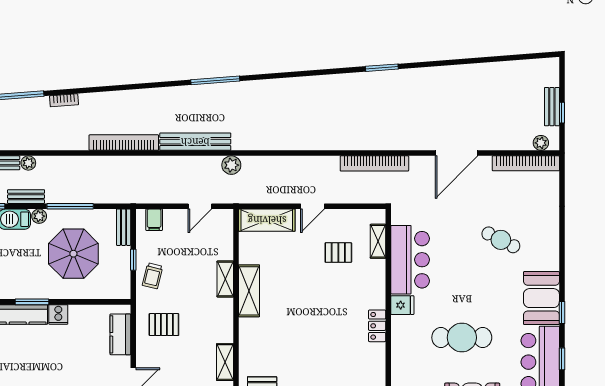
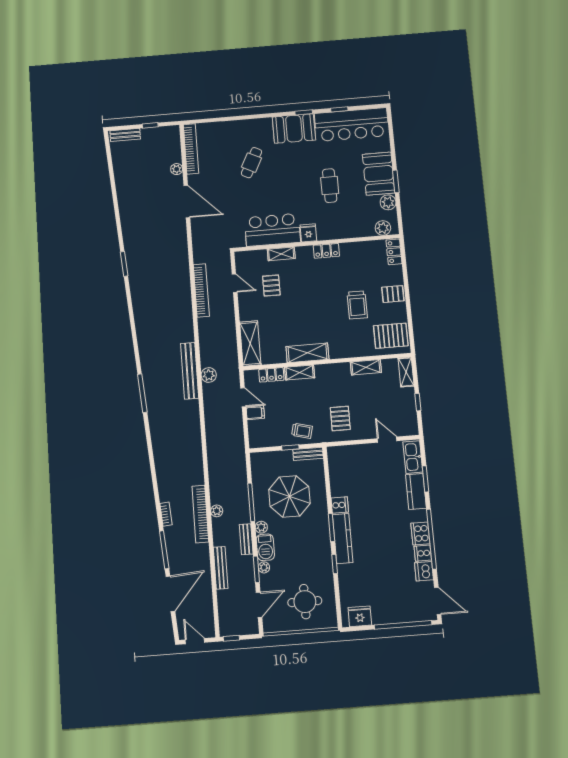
bench: (552, 107) -> (125, 135), moved
bench: (195, 142) -> (190, 371), moved
bookcase: (124, 143) -> (200, 514), moved
plant: (541, 143) -> (177, 169), moved
plant: (28, 163) -> (217, 511), moved
bookcase: (374, 163) -> (201, 290), moved
door: (312, 206) -> (235, 283), moved
filing cabinet: (154, 220) -> (255, 413), moved
bench: (124, 227) -> (308, 454), moved
shelving: (378, 241) -> (281, 254), moved
locker: (225, 243) -> (271, 375), added
kitchen counter: (120, 334) -> (351, 453), removed
cafe table: (462, 338) -> (330, 186), width x0.73, depth x0.74
trolley: (305, 359) -> (357, 305), added

